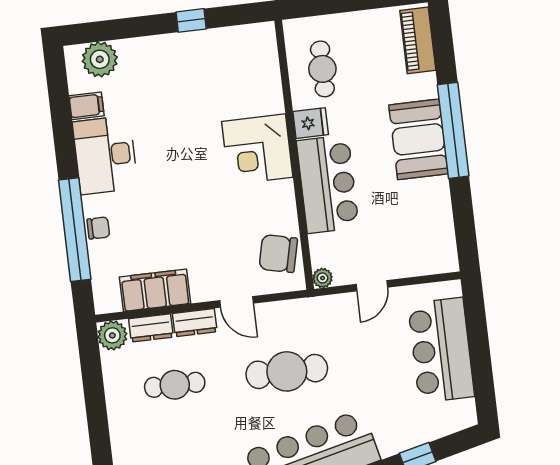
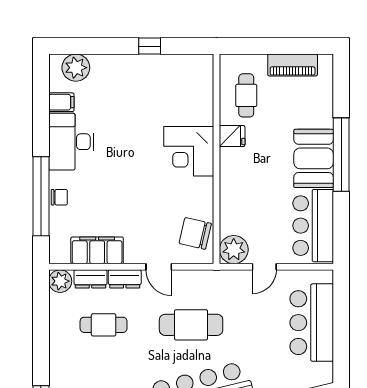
piano: (418, 40) -> (293, 65), moved, turned -90
bar counter: (328, 184) -> (313, 226), moved, turned 180
plant: (323, 278) -> (234, 250), width x1.88, depth x1.88

